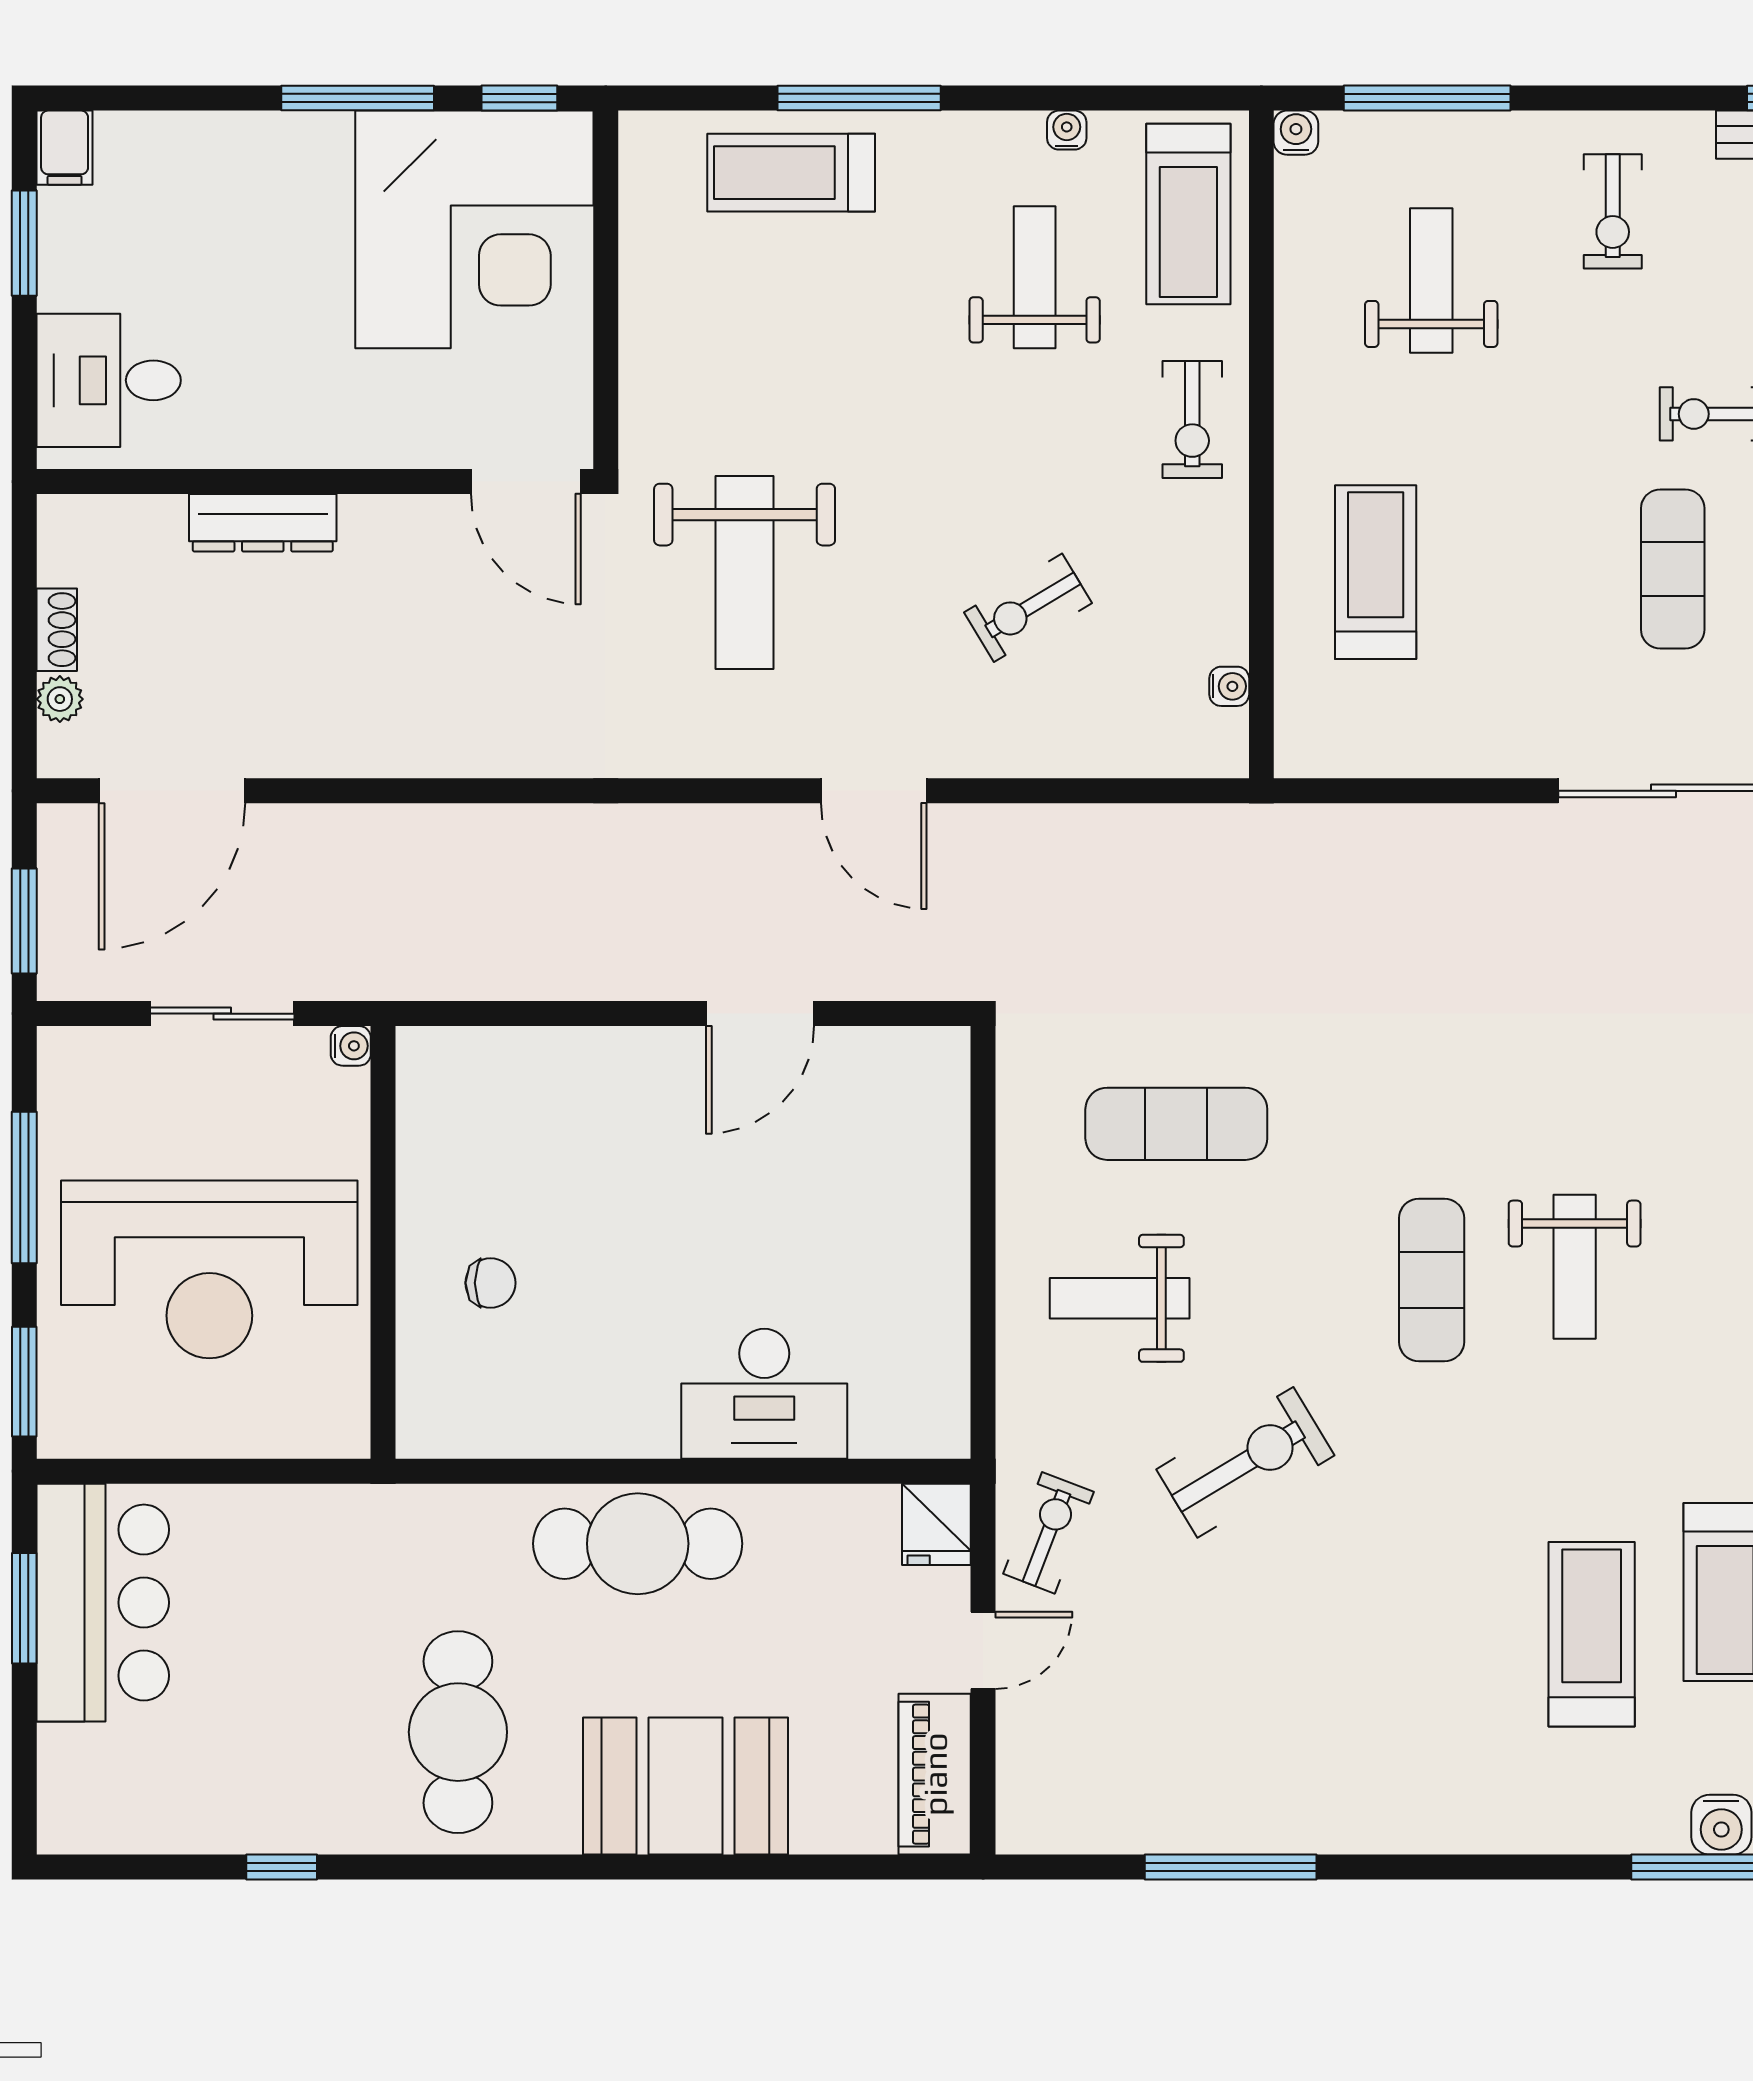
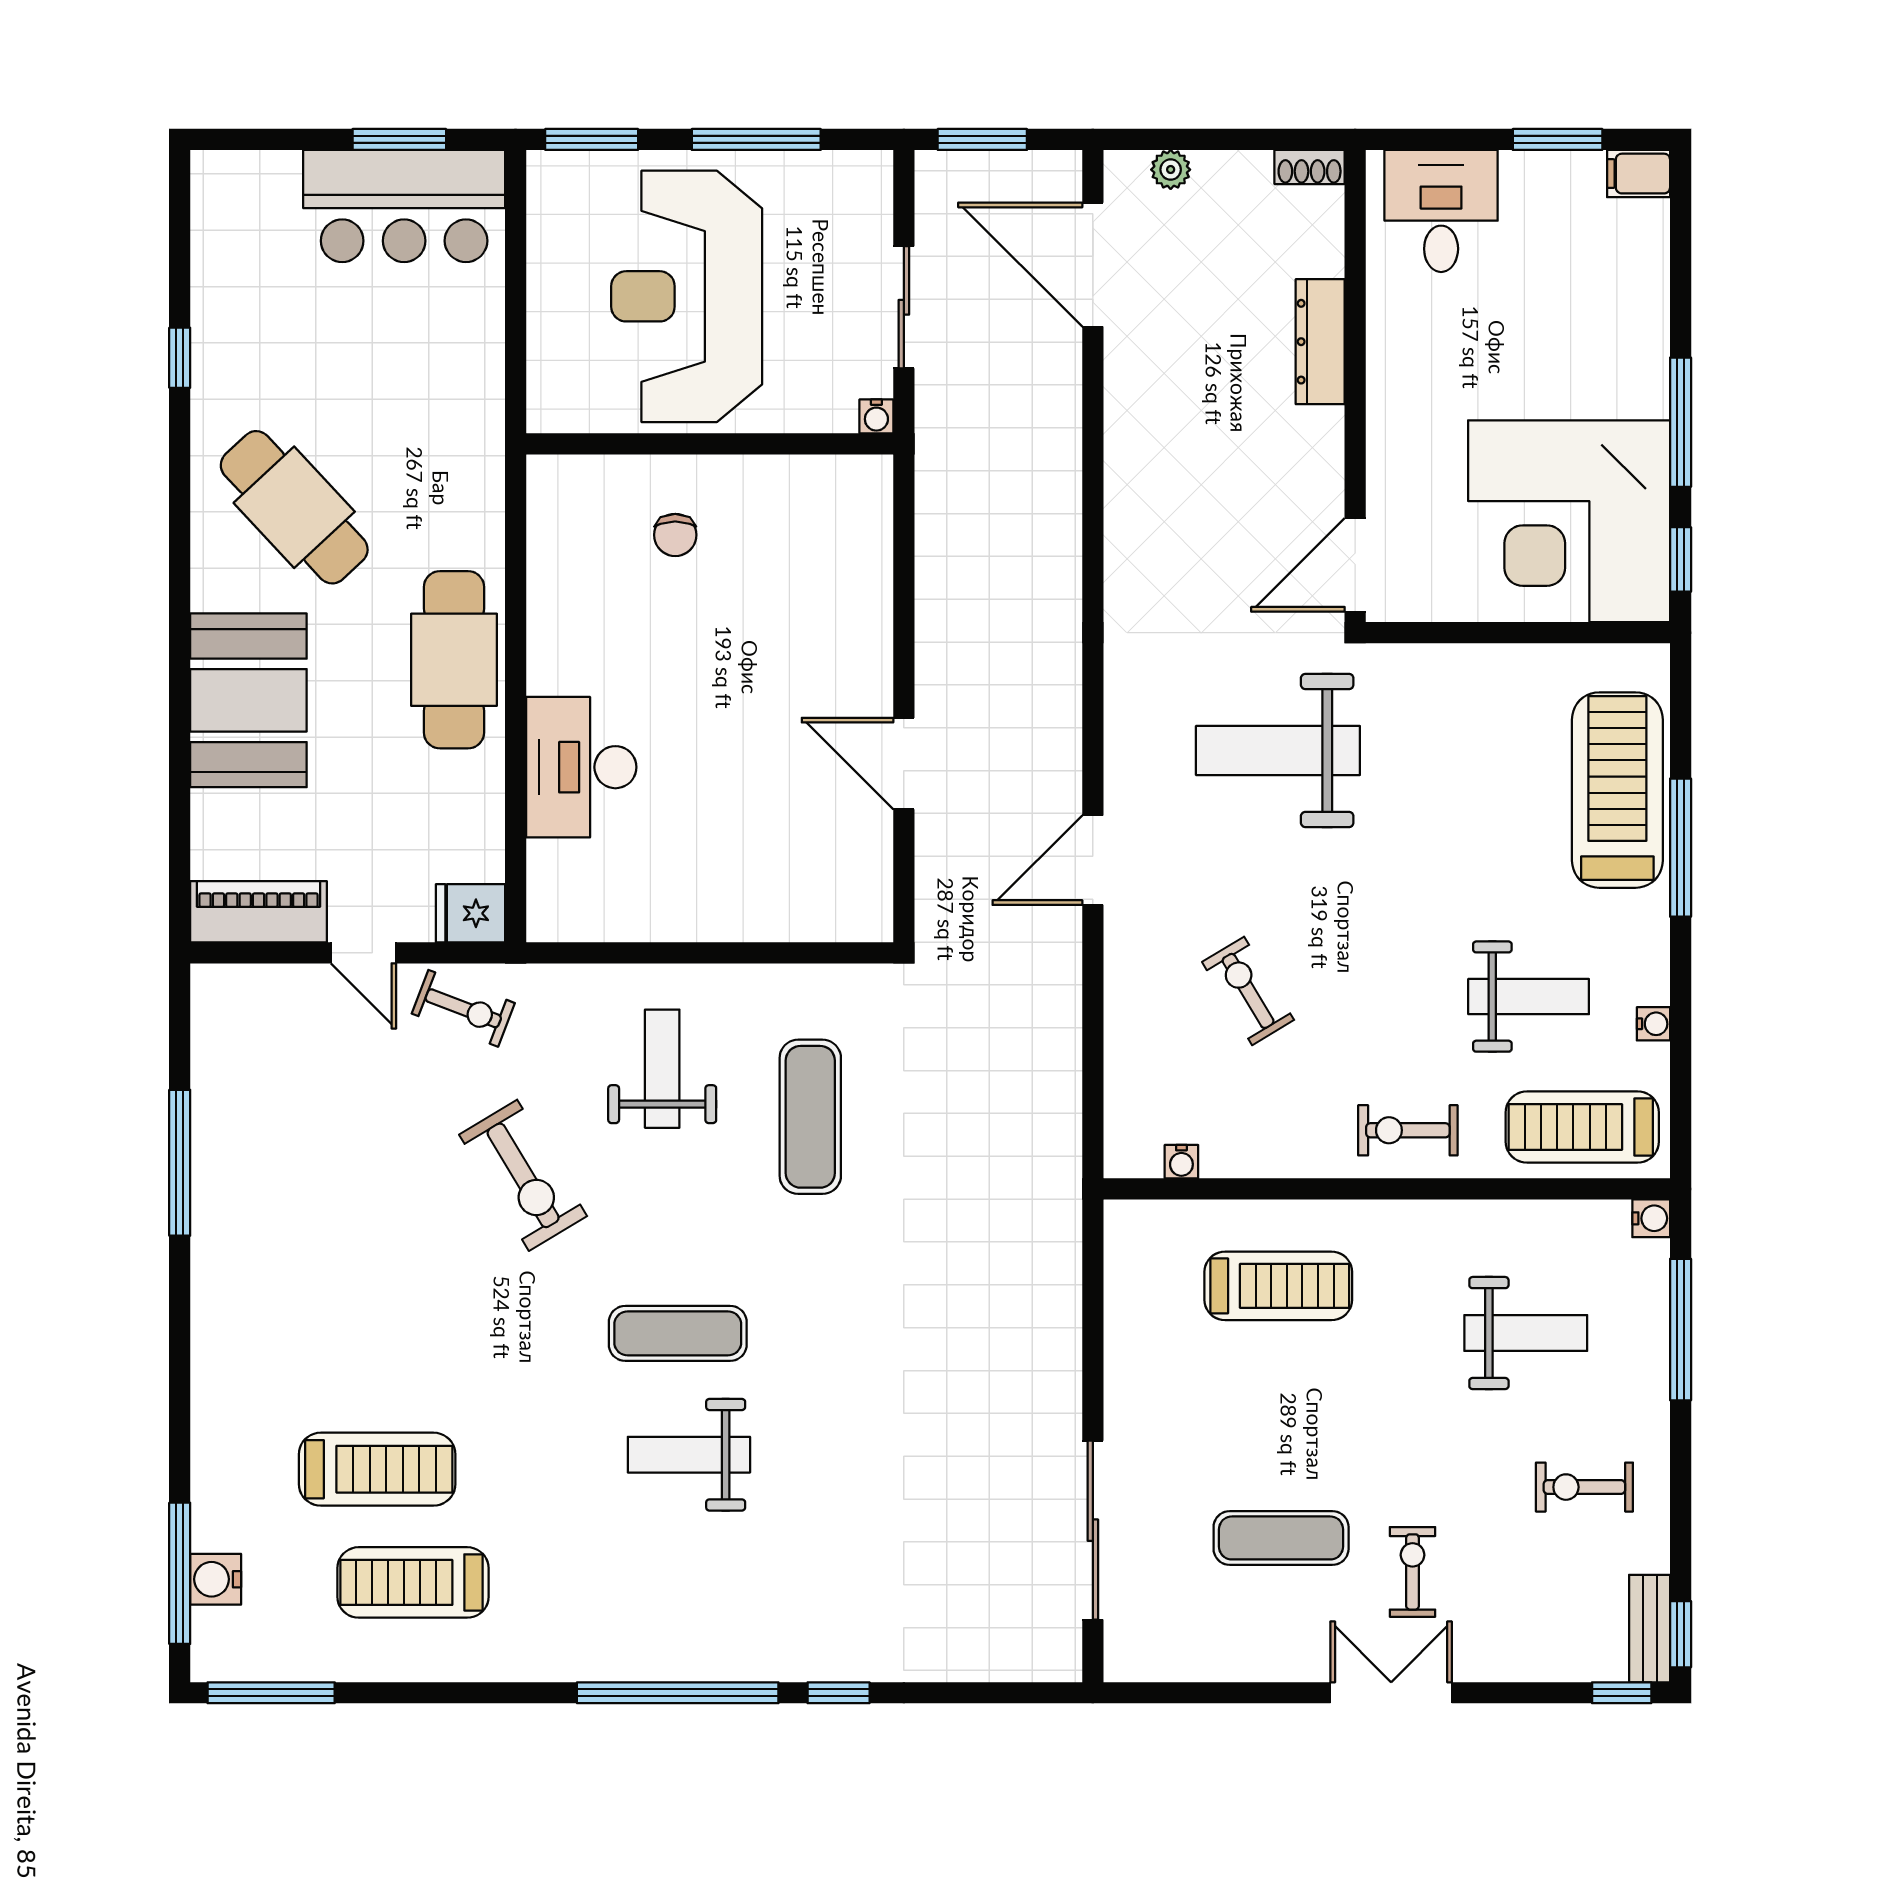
treadmill: (791, 173) -> (1617, 790), width x1.37, depth x1.38
shoe rack: (57, 630) -> (1310, 167), moved
cafe table: (458, 1732) -> (294, 507), turned 47

